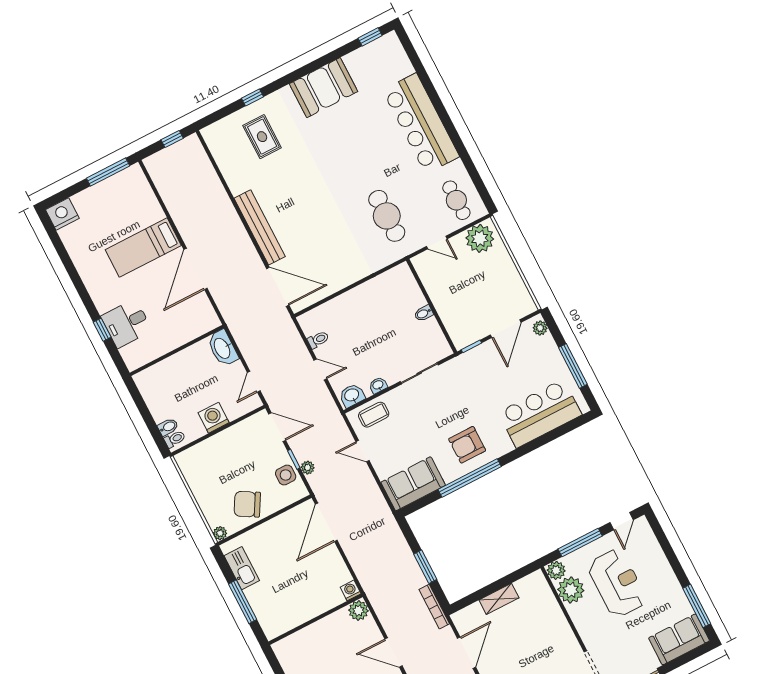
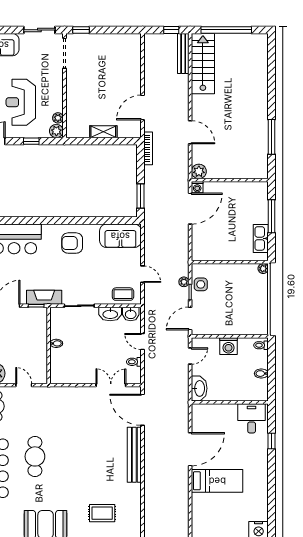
rug: (262, 137) -> (102, 513), turned 90
cafe table: (387, 216) -> (35, 456), moved
double door: (331, 297) -> (111, 385), added
desk: (127, 323) -> (252, 418), moved, turned -90
fireplace: (467, 362) -> (44, 297), added
washbasin: (378, 385) -> (110, 314), width x1.91, depth x1.45
bidet: (168, 427) -> (261, 374), moved
door: (277, 427) -> (190, 318), hinge flipped
armchair: (467, 445) -> (72, 243), turned 180
window: (470, 478) -> (82, 220), removed
chair: (247, 504) -> (236, 278), removed
door: (326, 522) -> (190, 209), moved
window: (580, 543) -> (31, 141), width x0.46
window: (425, 567) -> (141, 196), moved
plant: (571, 590) -> (58, 118), width x0.53, depth x0.53

